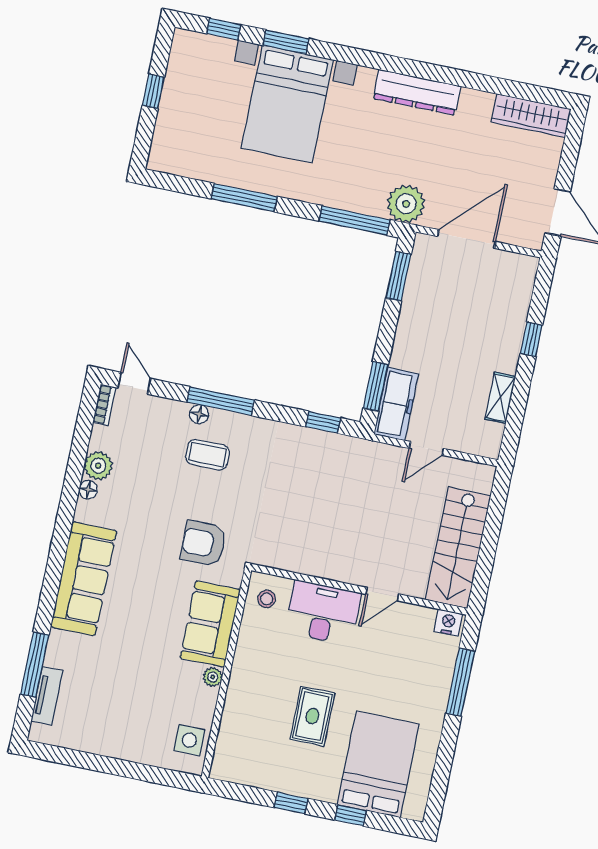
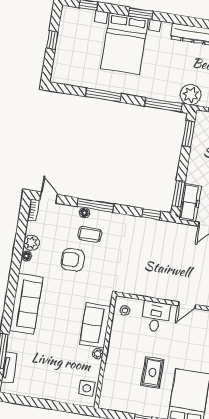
window: (286, 42) -> (141, 13), moved
armchair: (204, 543) -> (73, 260), moved
desk: (323, 613) -> (156, 317), width x0.73

